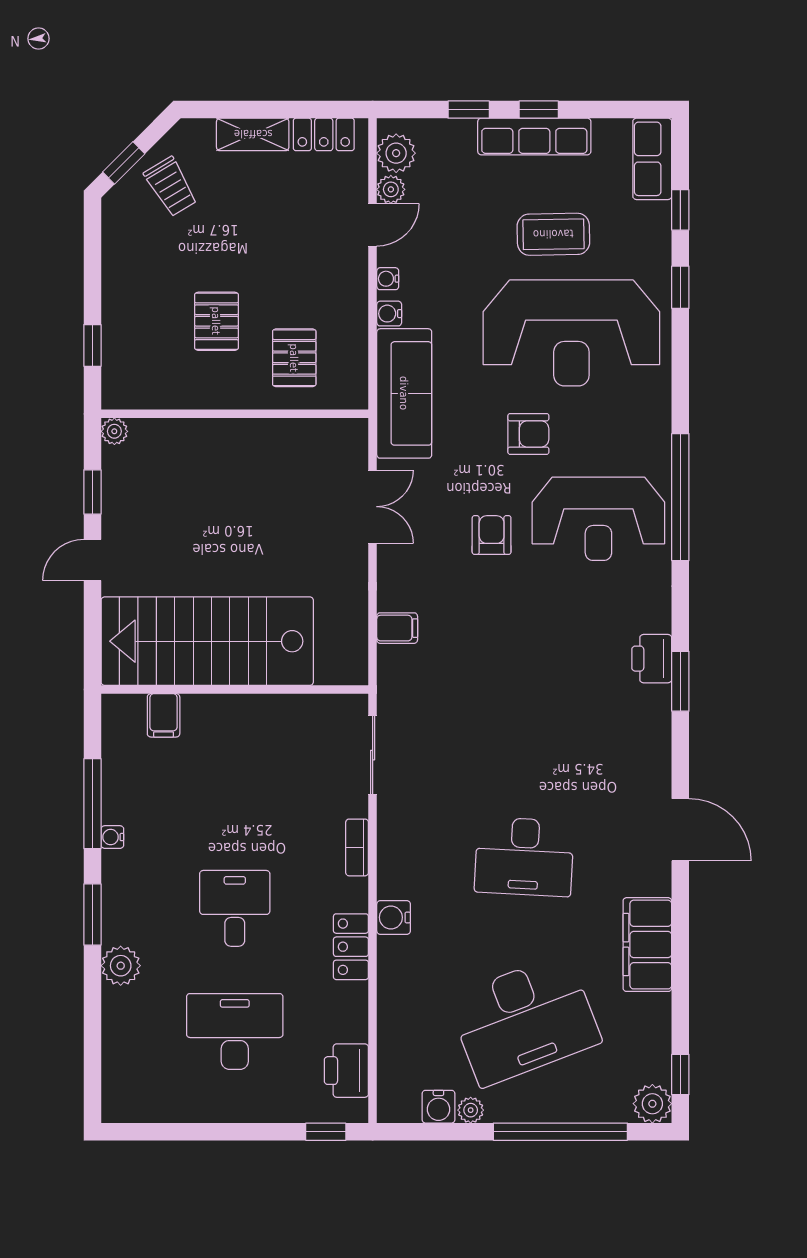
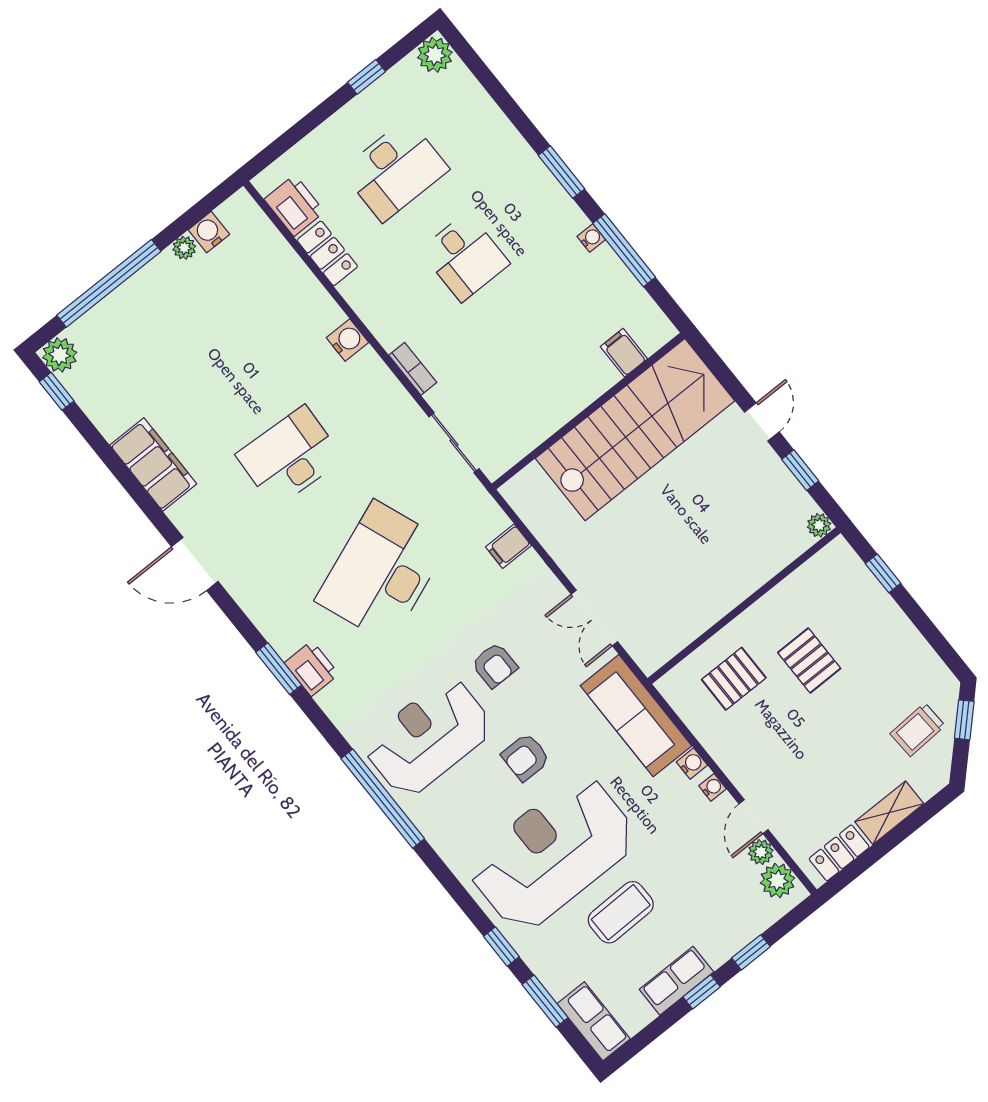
row of seats: (534, 136) -> (677, 981), width x0.68
trolley: (171, 187) -> (918, 730), turned -62
window: (680, 210) -> (545, 1001), width x1.50
pallet: (294, 358) -> (734, 679), turned 90
locker: (351, 947) -> (327, 253), moved
plant: (121, 966) -> (435, 55), moved
desk: (524, 1020) -> (382, 572), moved
window: (326, 1132) -> (366, 77), moved

